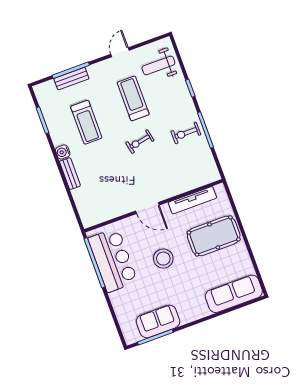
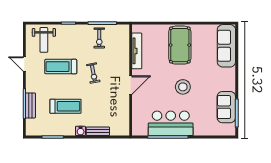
tv unit: (192, 200) -> (137, 51), moved
wall: (153, 206) -> (131, 80), moved
door: (147, 208) -> (131, 85), moved

